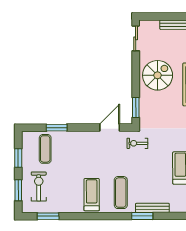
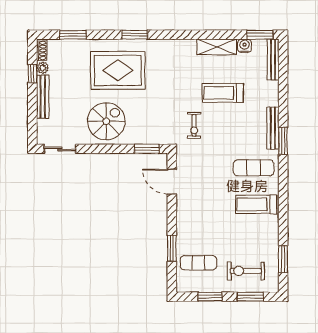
spiral stairs: (158, 75) -> (106, 121), turned 90
exercise bike: (137, 143) -> (194, 125), moved

